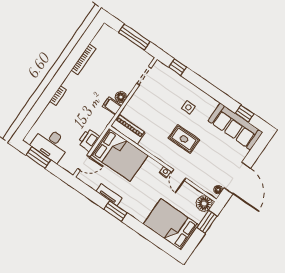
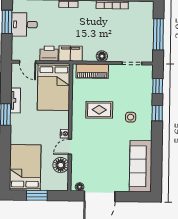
filing cabinet: (112, 106) -> (71, 54), moved, width x2.00
window: (245, 114) -> (157, 113), moved
piano: (128, 129) -> (92, 71), moved, turned 90
rug: (184, 139) -> (99, 110), moved, turned 90
desk: (50, 144) -> (24, 25), width x0.73
floor lamp: (204, 204) -> (61, 165), moved
window: (207, 222) -> (37, 195), moved

